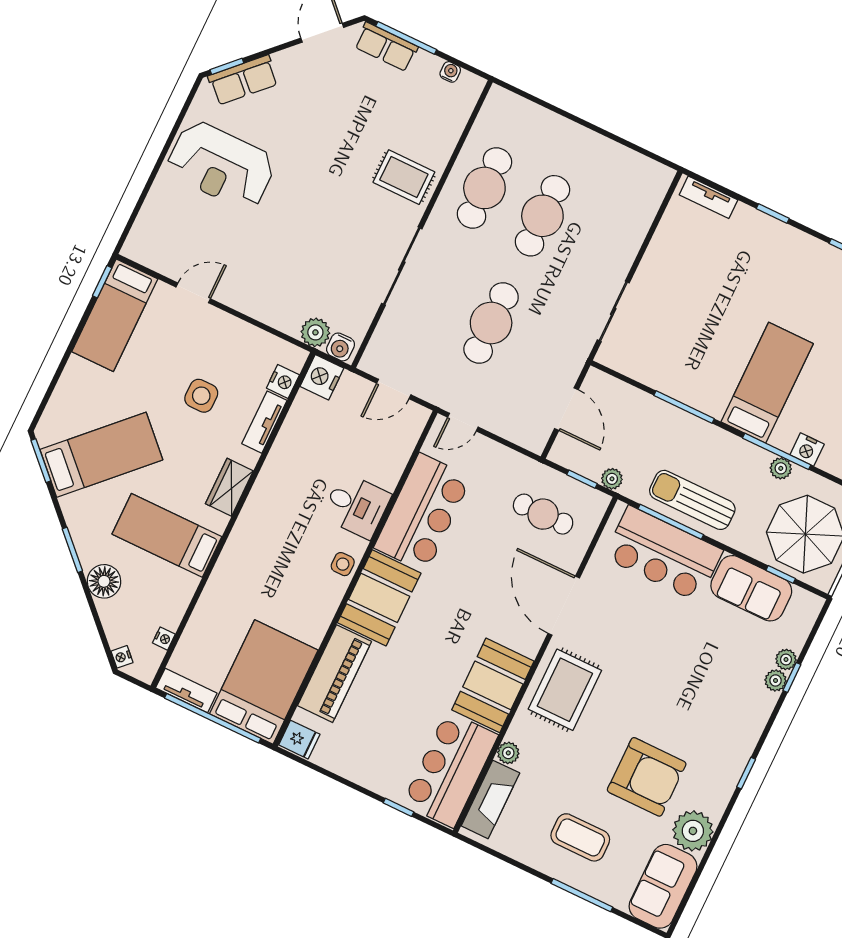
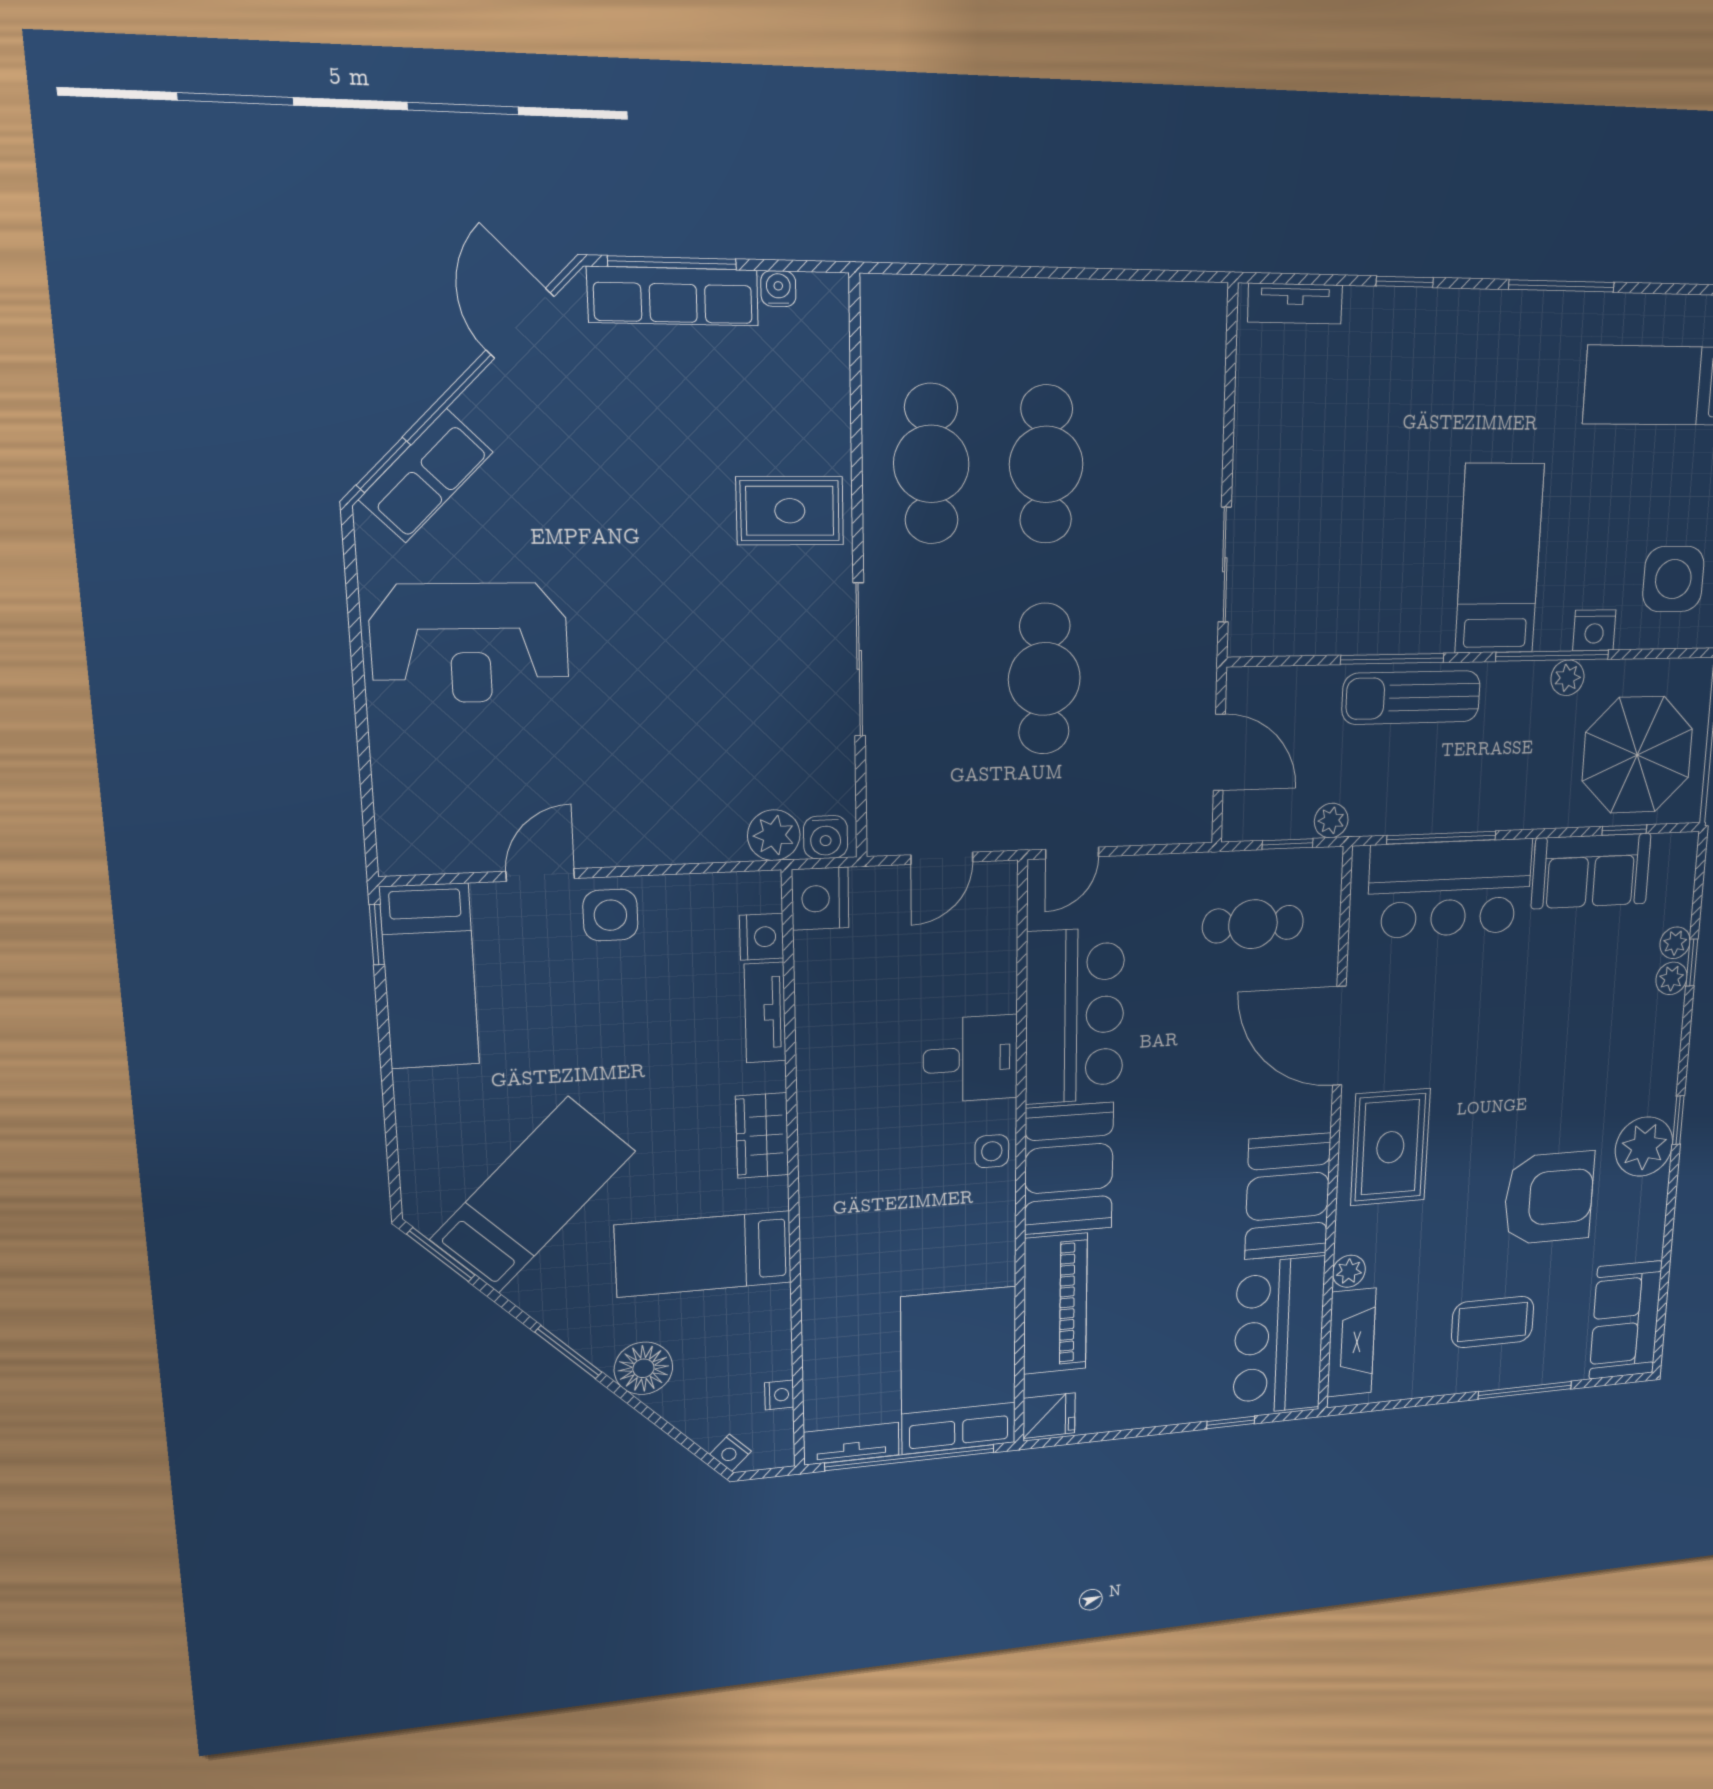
row of seats: (386, 47) -> (673, 296), width x1.48
side table: (201, 396) -> (610, 915), moved
sun lounger: (692, 500) -> (1411, 698), moved
plant: (693, 831) -> (1644, 1147), moved

